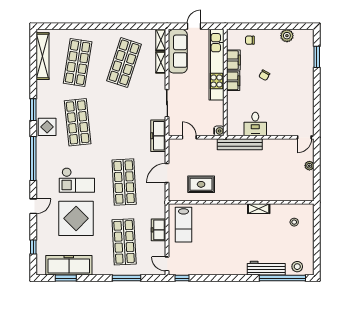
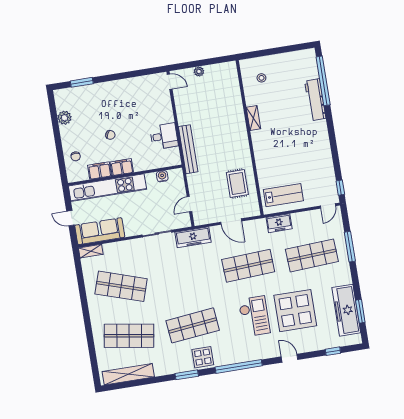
shelving: (161, 62) -> (115, 247), removed
water cooler: (219, 131) -> (162, 176), moved
freezer: (158, 230) -> (279, 223), moved
stool: (297, 267) -> (308, 67), removed

